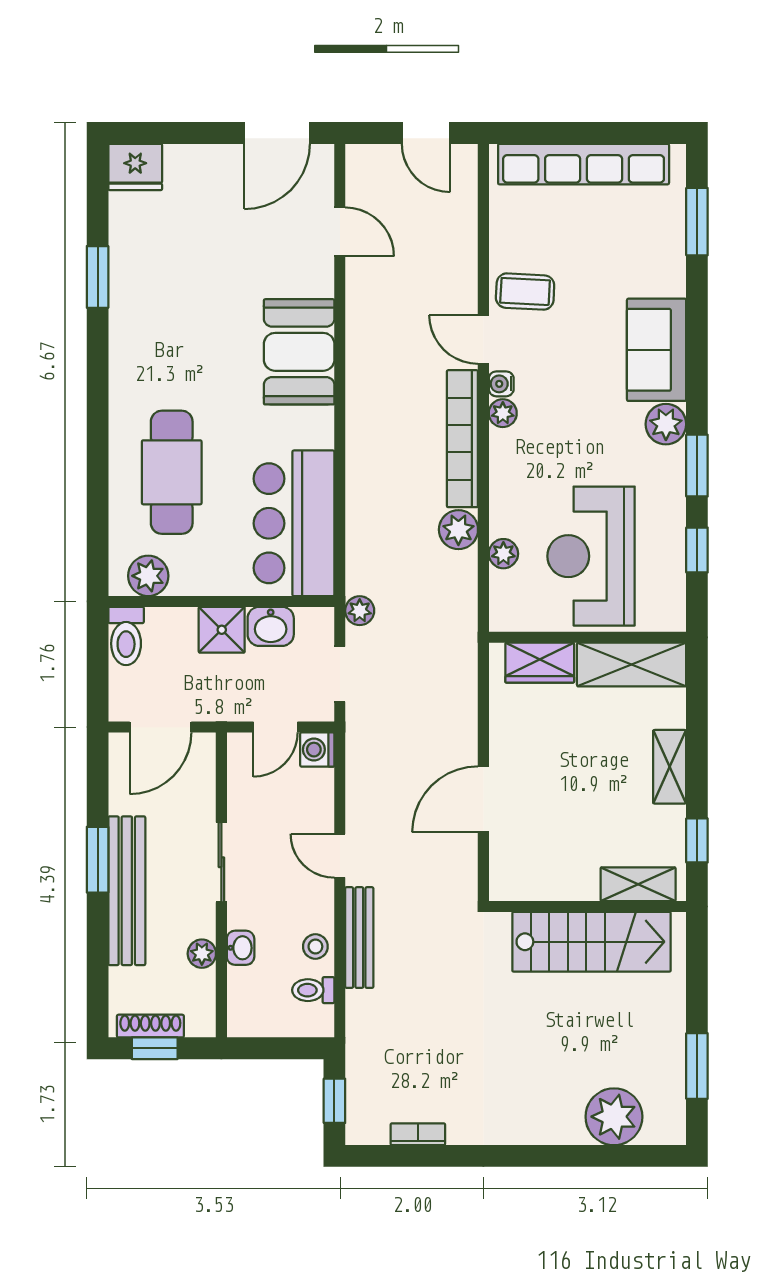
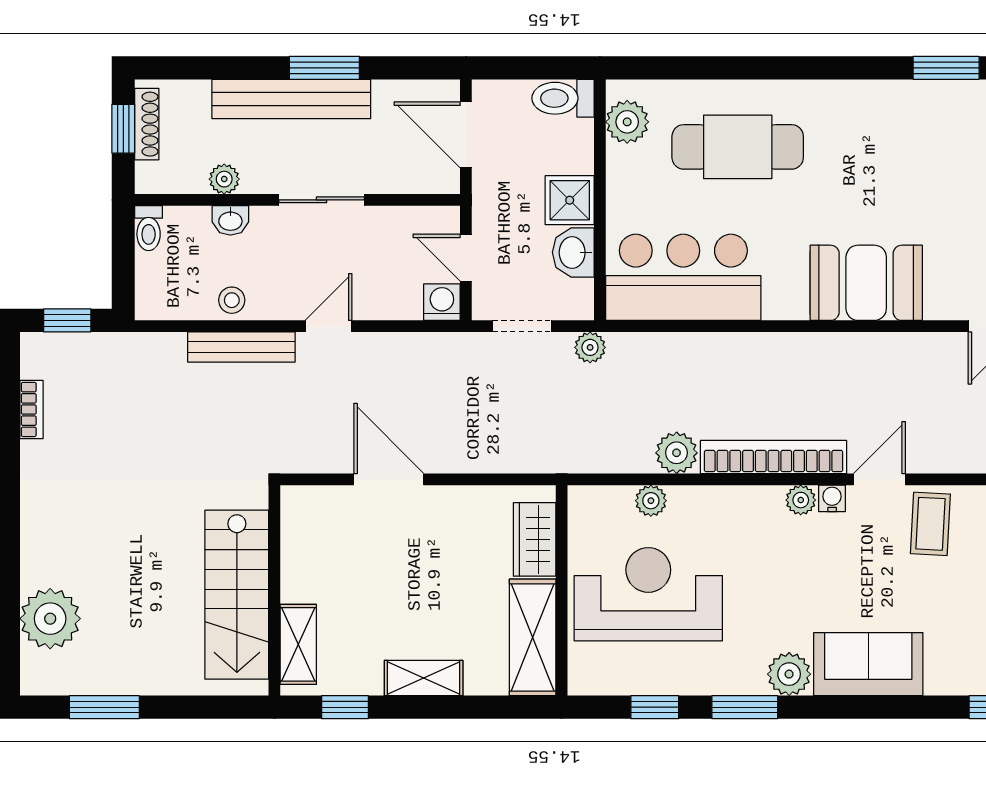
toilet: (313, 990) -> (149, 228), moved, turned 180

